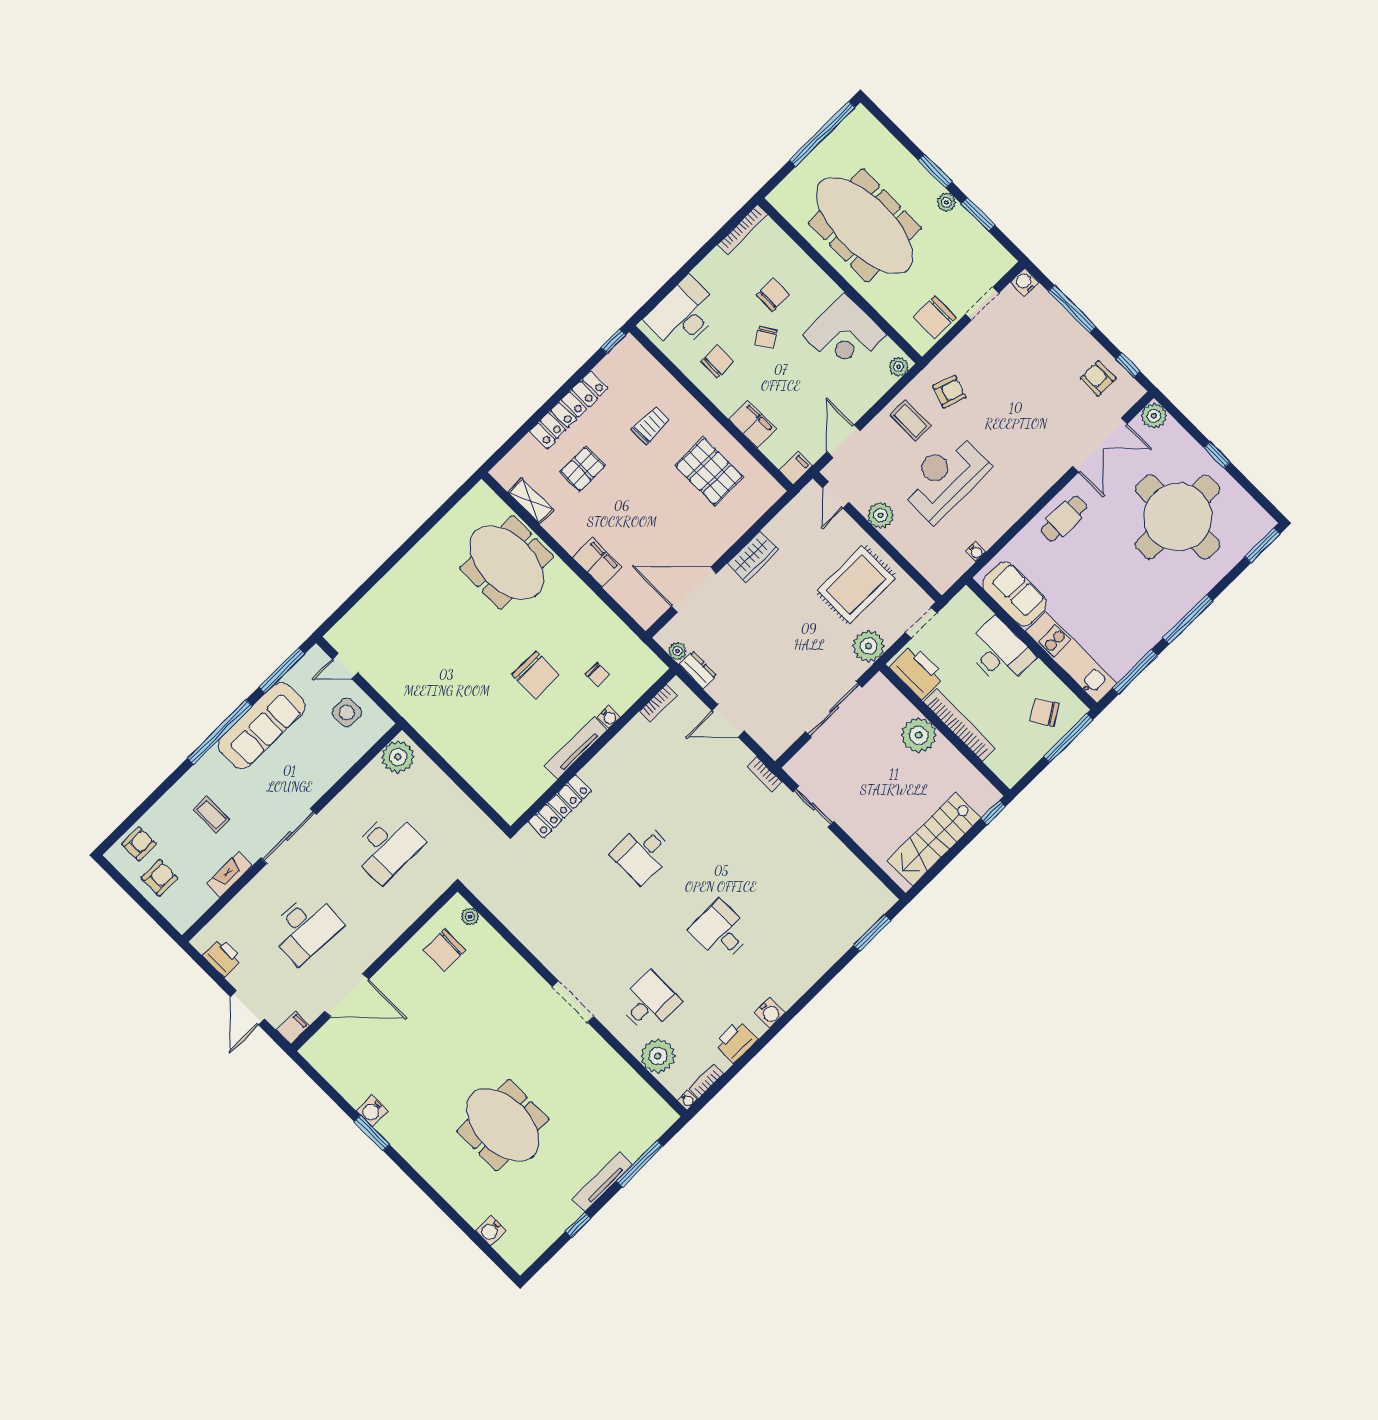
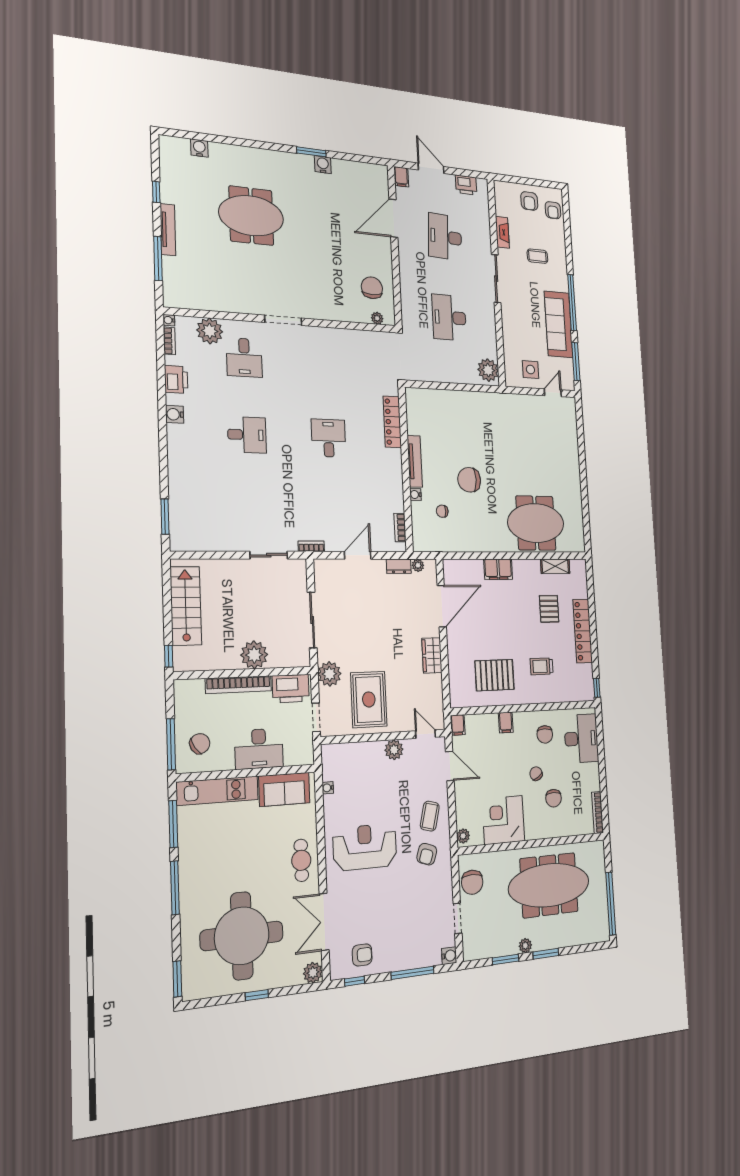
chair: (935, 317) -> (472, 882), turned 180
coffee table: (911, 420) -> (430, 816), turned -76
filing cabinet: (753, 424) -> (506, 722), width x0.50
trolley: (651, 426) -> (542, 666), turned 90
reception desk: (945, 478) -> (365, 847), moved, turned -90

